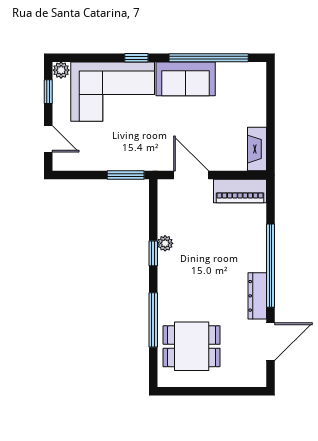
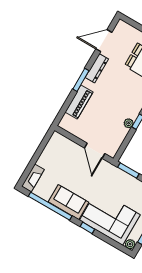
fireplace: (257, 149) -> (33, 178), moved
piano: (240, 191) -> (79, 102), moved, turned 90
window: (271, 266) -> (81, 80), width x0.47

